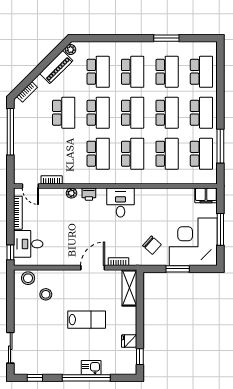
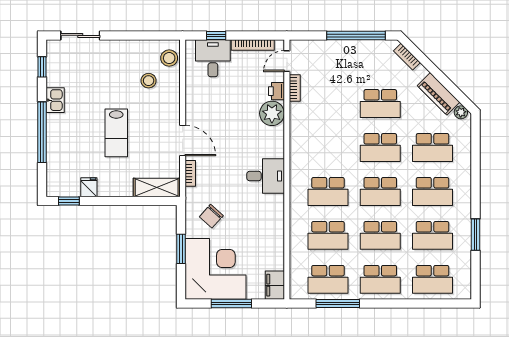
school desk: (98, 154) -> (328, 147), removed
plant: (71, 193) -> (272, 113), width x1.87, depth x1.87
printer: (89, 194) -> (276, 91), moved
window: (10, 252) -> (216, 35), moved
kitchen sink: (91, 368) -> (55, 100), moved

